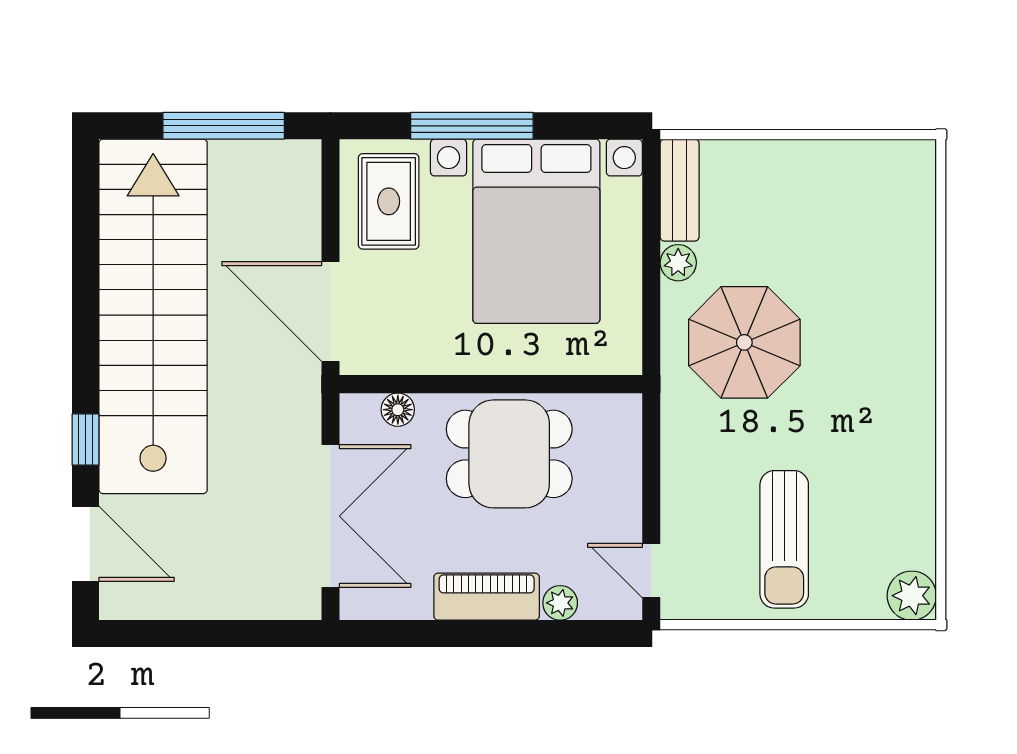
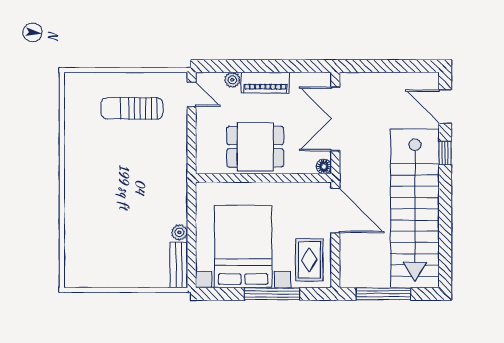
parasol: (744, 342) -> (150, 197), removed
floor lamp: (398, 410) -> (324, 167), moved
sun lounger: (784, 539) -> (132, 108), turned -90
plant: (912, 596) -> (75, 83), removed

